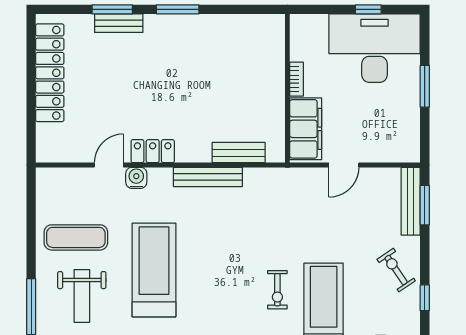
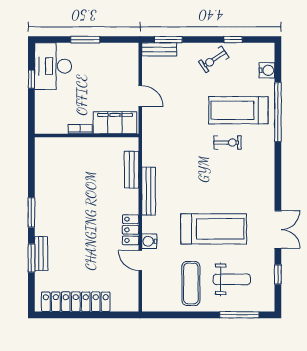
desk: (374, 48) -> (53, 66), width x0.73, depth x0.77
bench: (411, 201) -> (159, 49), width x0.73
treadmill: (154, 270) -> (214, 229), turned 180

